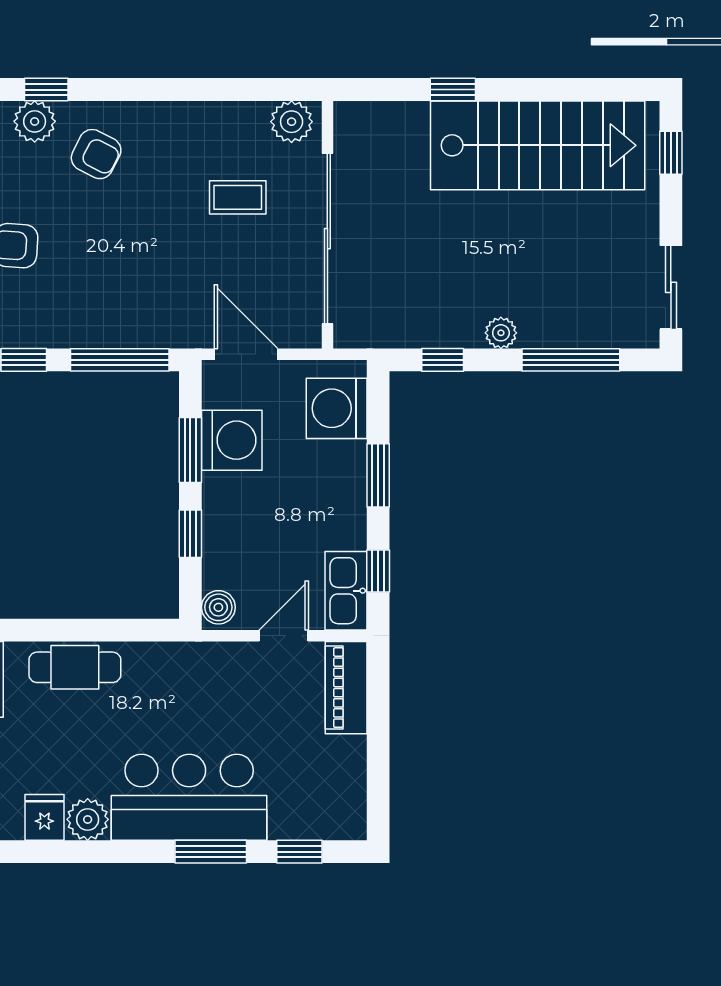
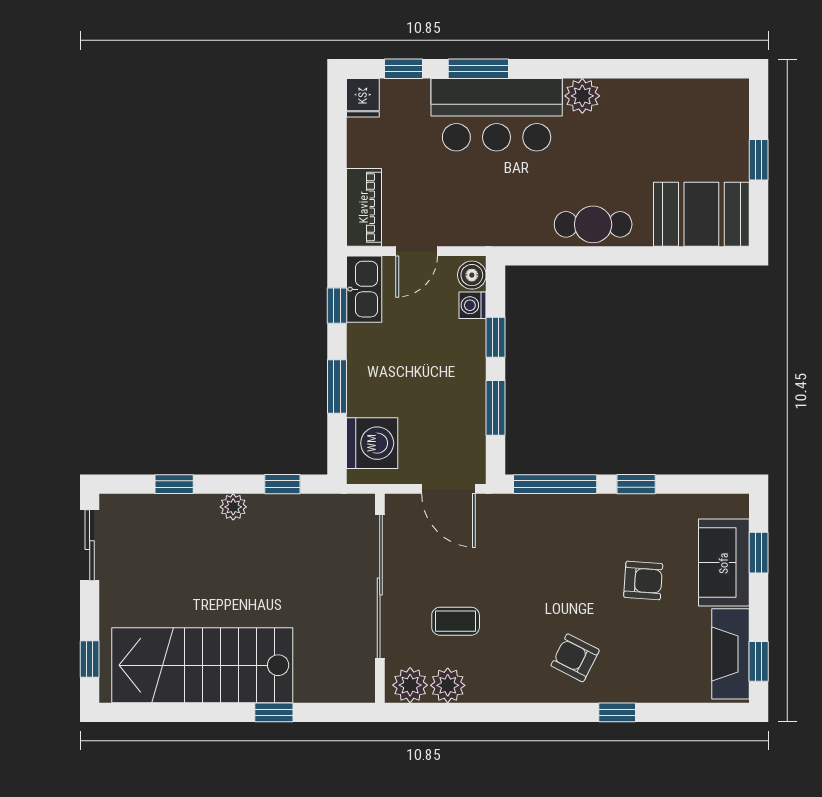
plant: (35, 121) -> (448, 685), moved
window: (571, 360) -> (174, 484), width x0.46
washing machine: (232, 440) -> (473, 305), moved, width x0.53, depth x0.53
fridge: (44, 817) -> (363, 98), moved

